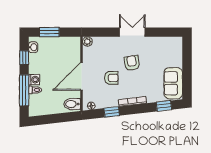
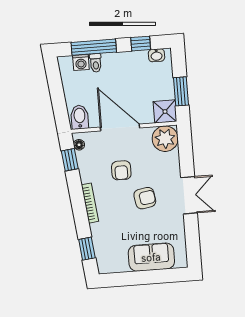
window: (49, 32) -> (181, 91), moved
plant: (87, 41) -> (165, 139), width x1.87, depth x1.87
shower: (73, 44) -> (165, 111), added
washing machine: (34, 80) -> (81, 62), moved
sofa: (173, 83) -> (151, 257), moved
window: (112, 112) -> (70, 160), moved

